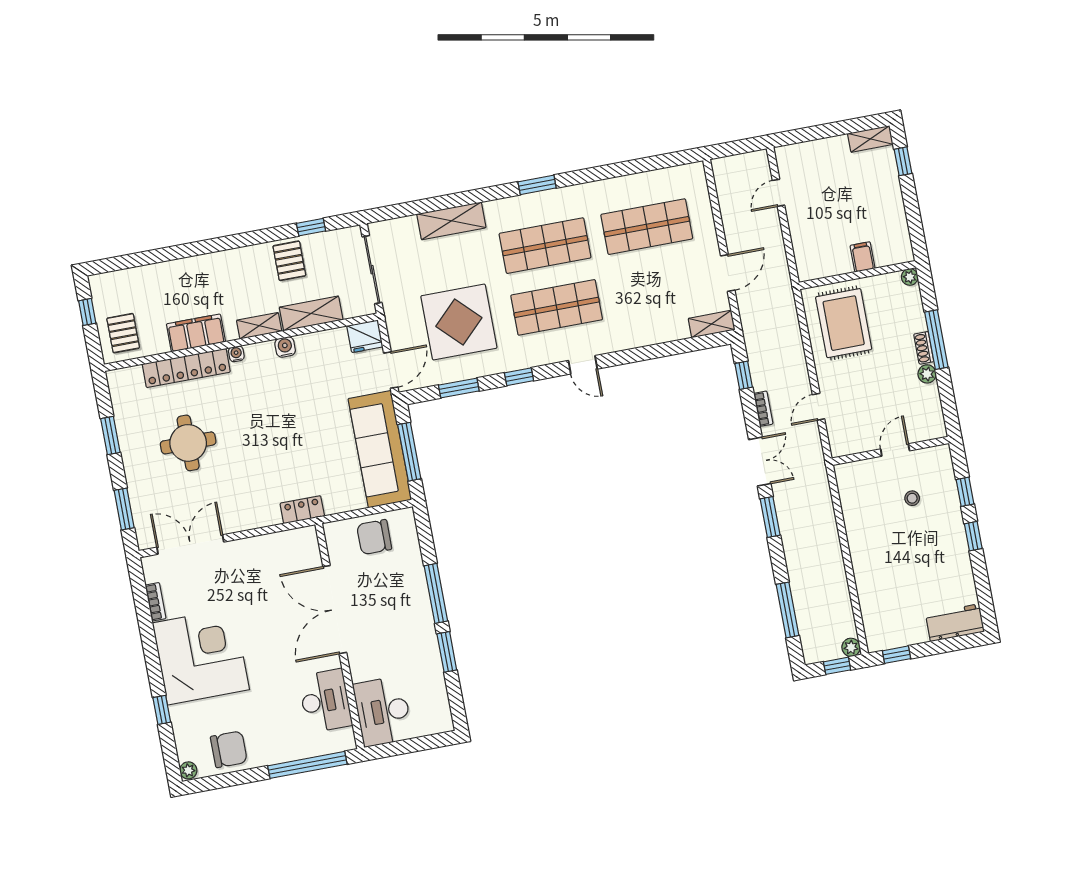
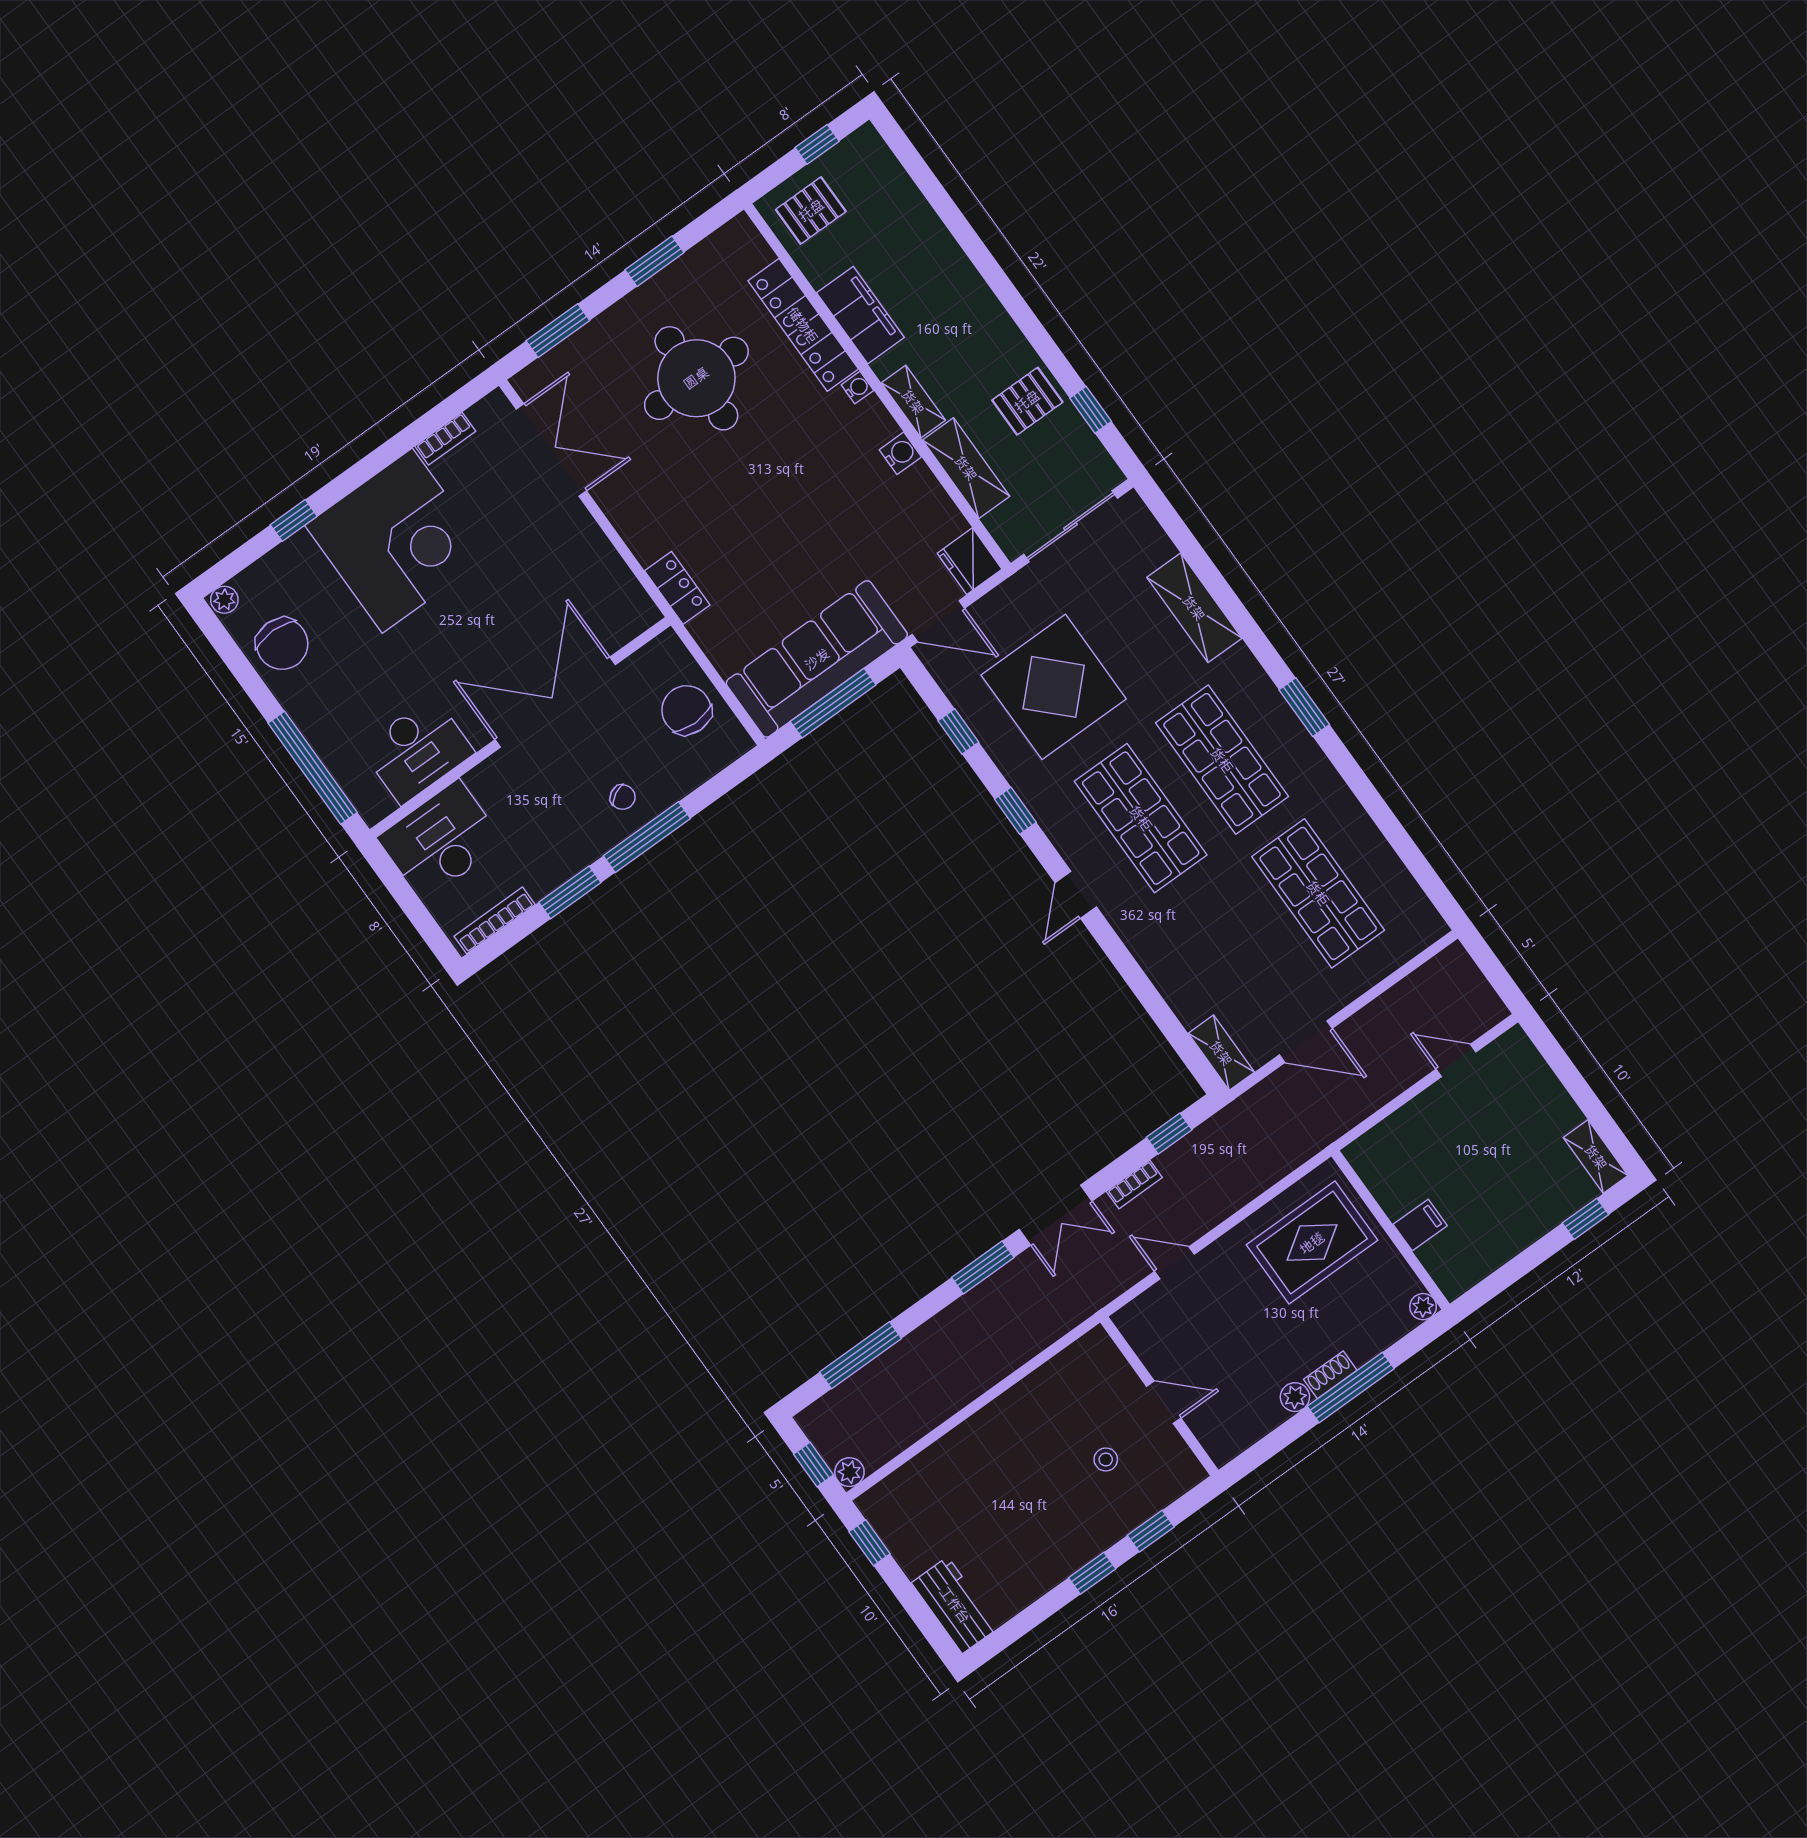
window: (459, 388) -> (958, 731), width x0.67
round table: (188, 443) -> (696, 378), width x1.36, depth x1.36
chair: (407, 596) -> (623, 797), added
bookcase: (443, 702) -> (495, 920), added

